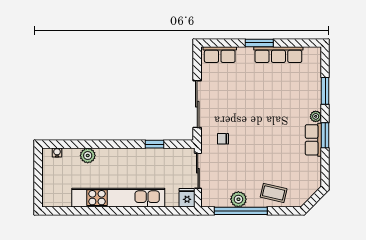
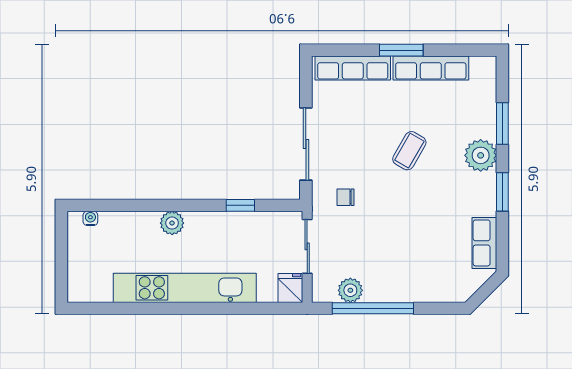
row of seats: (220, 55) -> (353, 68), width x1.48
plant: (316, 116) -> (481, 155), width x1.88, depth x1.88
row of seats: (313, 140) -> (484, 243), moved
plant: (88, 156) -> (172, 223), moved
coffee table: (274, 193) -> (409, 151), moved, turned -73
plant: (238, 199) -> (350, 290), moved

